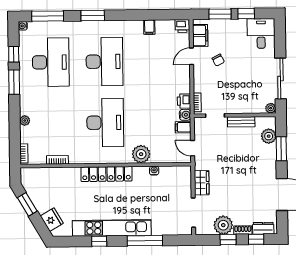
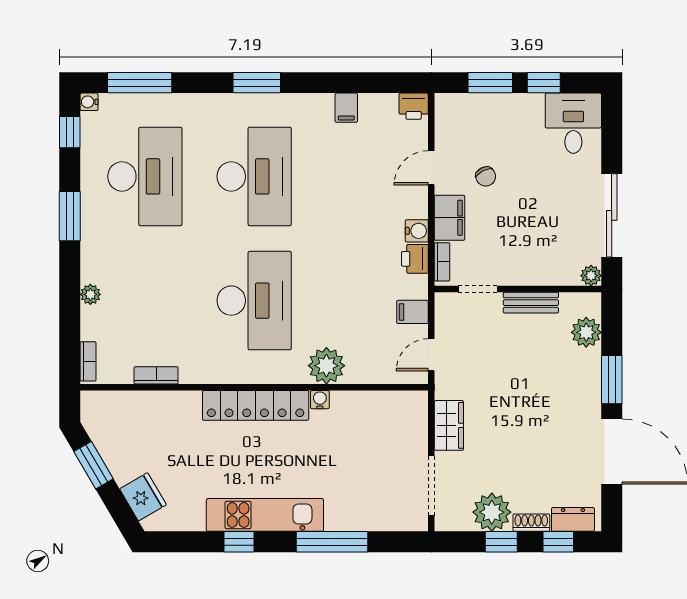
window: (93, 16) -> (257, 83), moved
filing cabinet: (200, 36) -> (449, 218), moved
window: (14, 54) -> (70, 132), moved
water cooler: (185, 115) -> (417, 231), moved
door: (193, 148) -> (431, 355), hinge flipped
window: (281, 149) -> (612, 380), moved
water cooler: (154, 171) -> (320, 400), moved
kitchen unit: (112, 228) -> (265, 515), width x0.73

